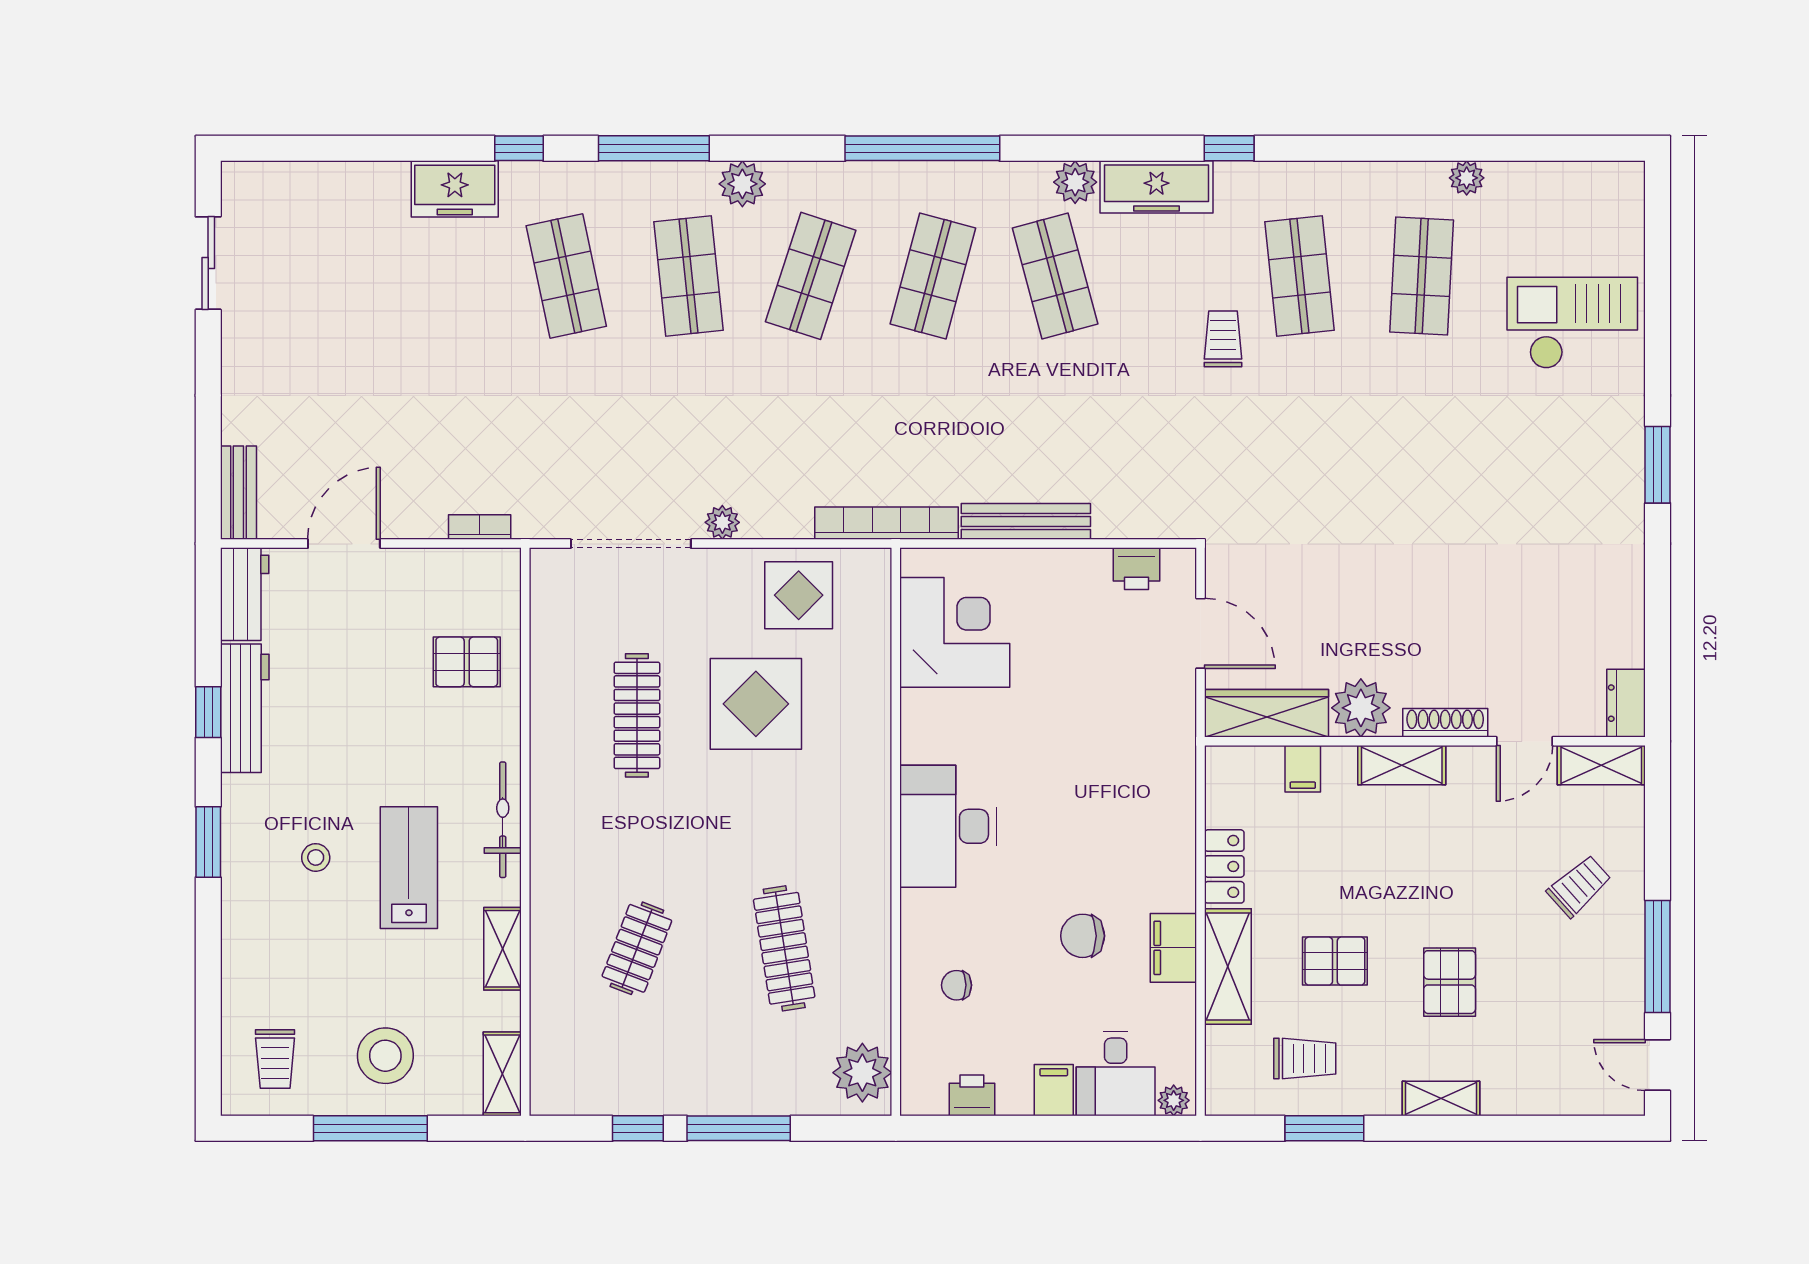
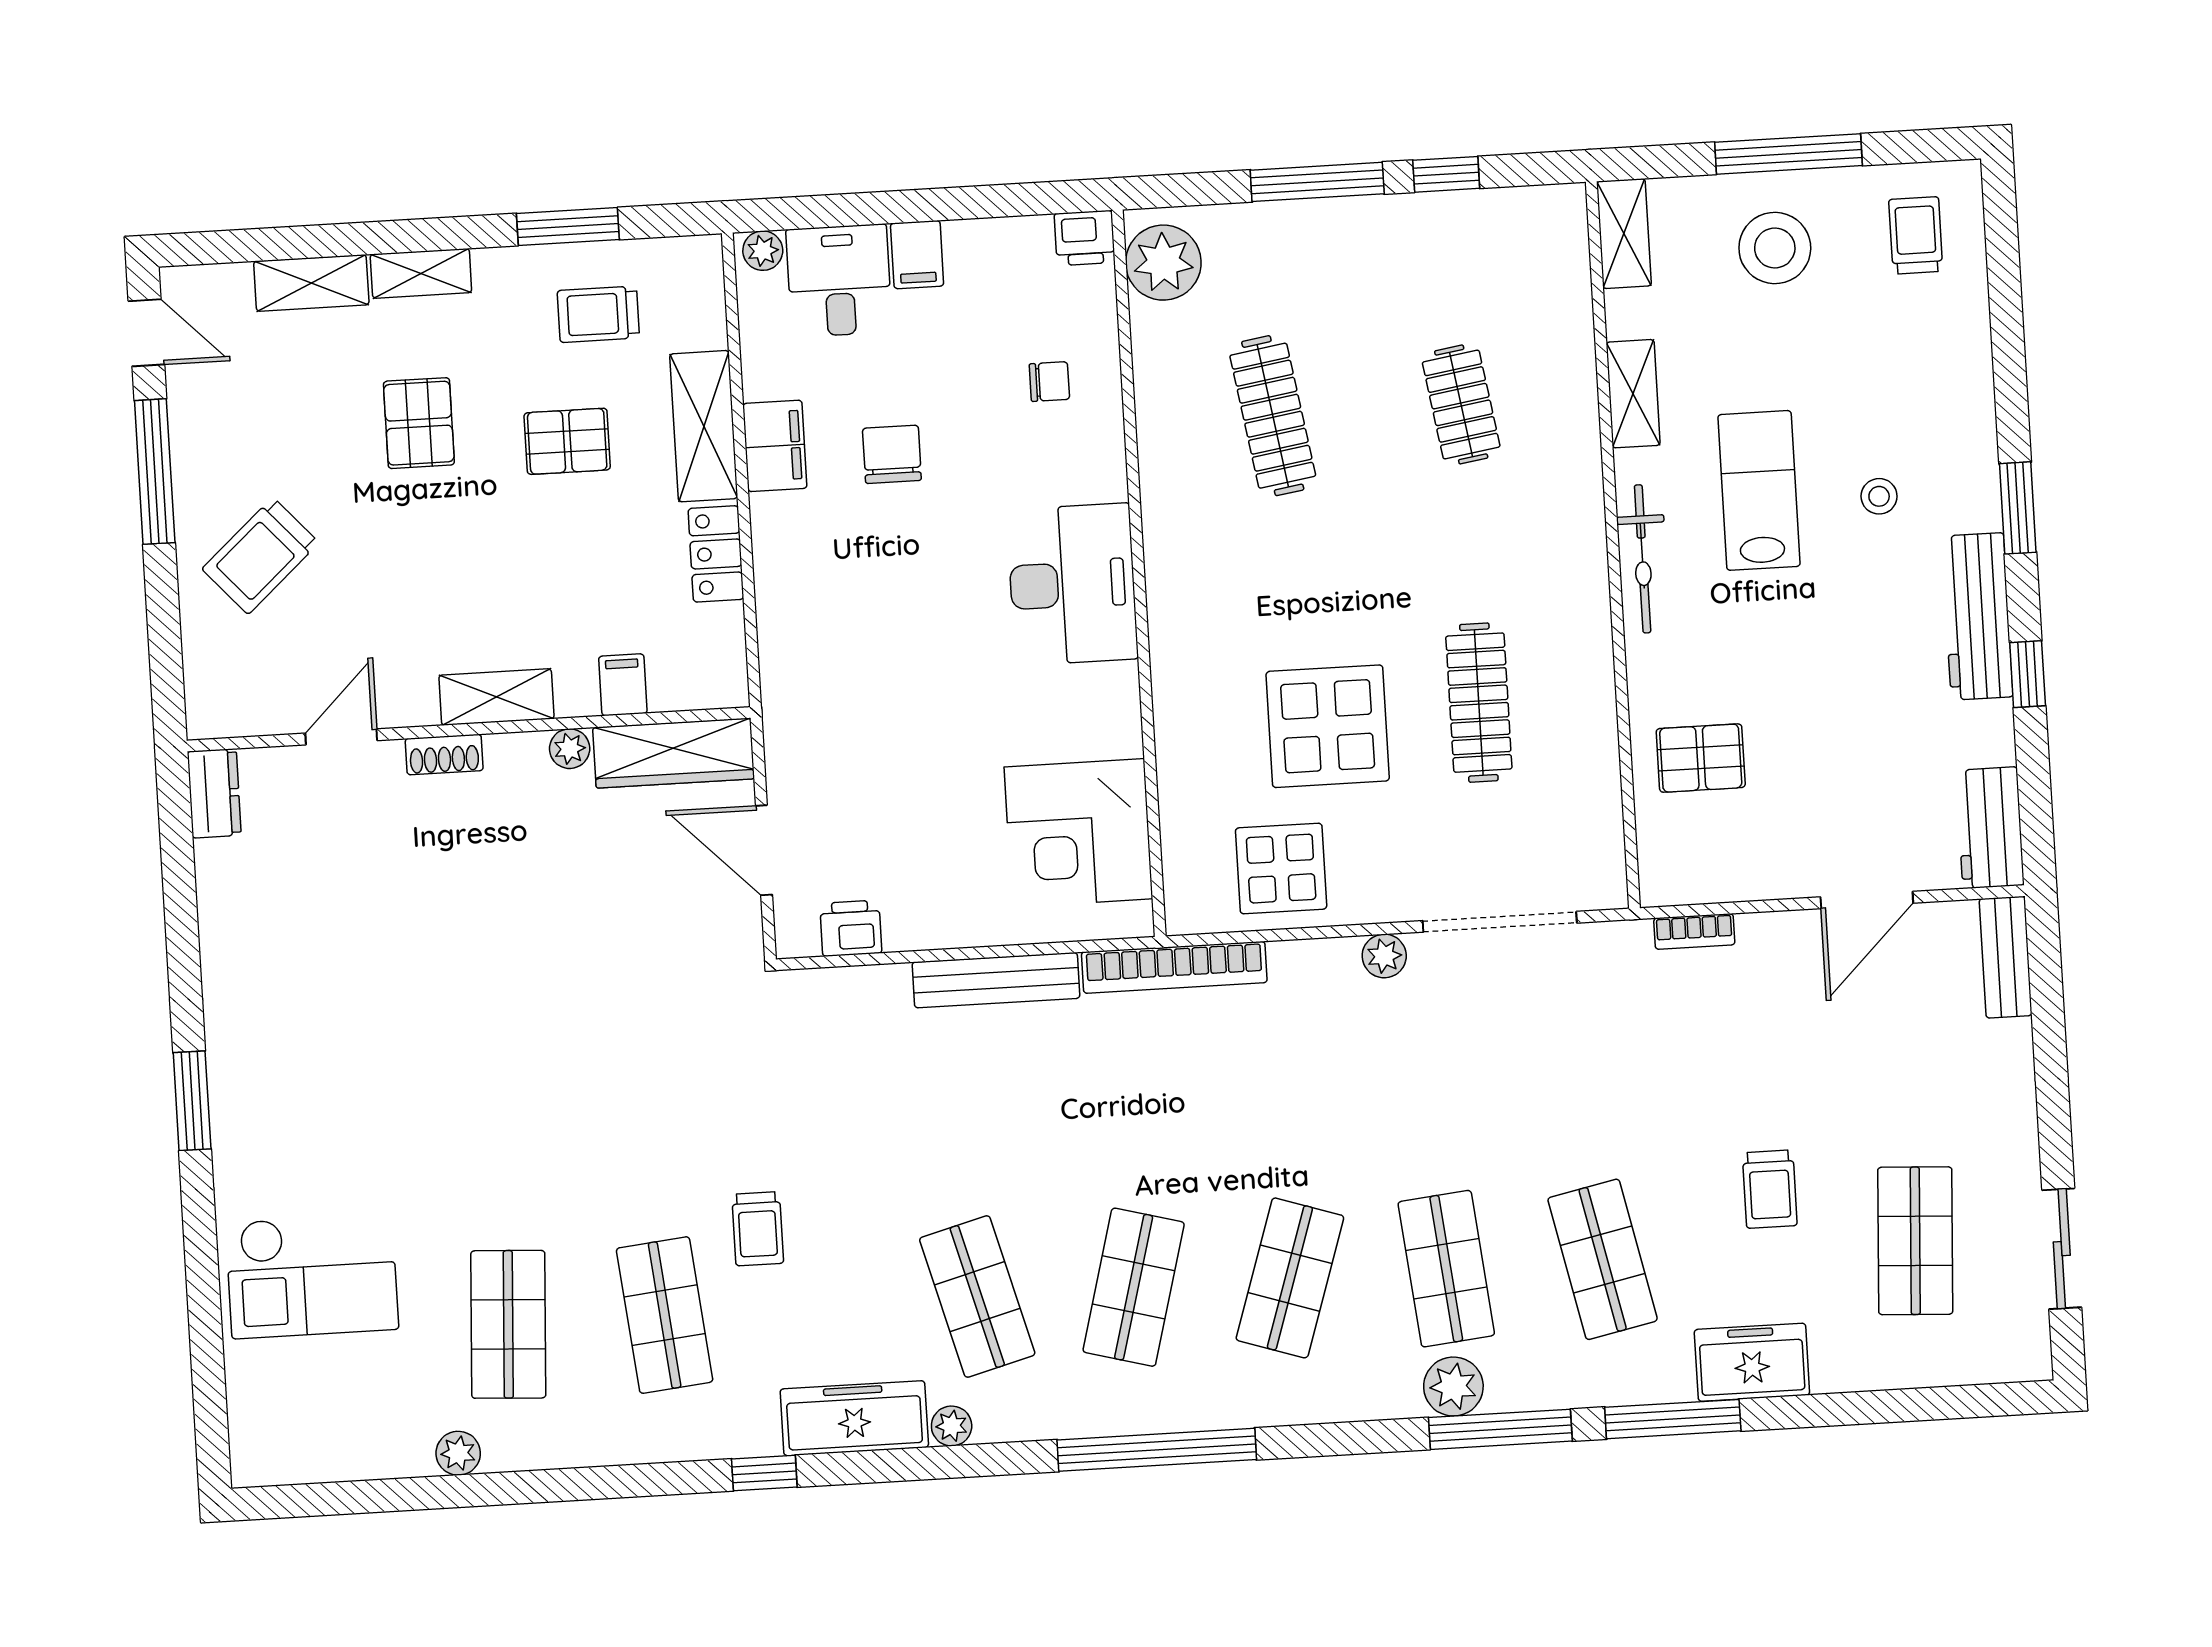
window: (519, 148) -> (1673, 1419), width x2.17
plant: (1075, 182) -> (952, 1426), width x0.73, depth x0.73
plant: (742, 184) -> (1453, 1387), moved
shop shelf: (322, 276) -> (1915, 1241), added
trolley: (433, 323) -> (1770, 1189), added
workbench: (245, 708) -> (1977, 616), moved
plant: (1361, 708) -> (570, 749), width x0.53, depth x0.53
shoe rack: (1445, 723) -> (444, 755), width x0.70
shelving: (1601, 765) -> (311, 283), moved
lab bench: (409, 868) -> (1759, 490), turned 180
trolley: (1579, 886) -> (260, 556), width x1.36, depth x1.39
chair: (1083, 936) -> (892, 454), turned -90
clothes rail: (637, 948) -> (1461, 404), turned -30
printer: (972, 1095) -> (1085, 238), moved

